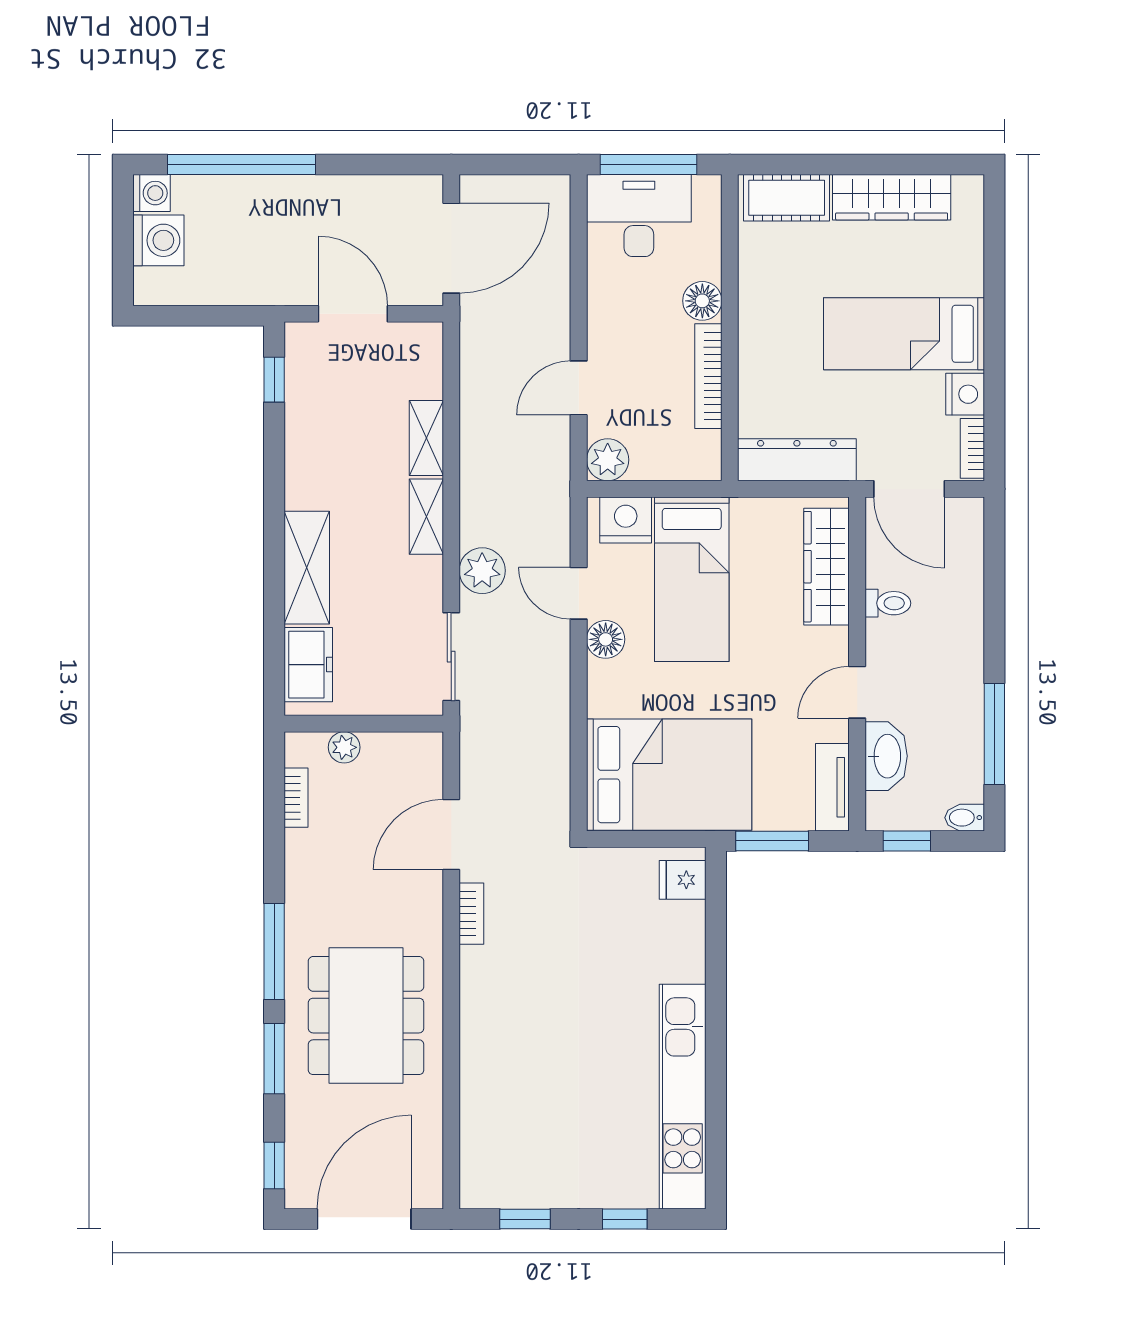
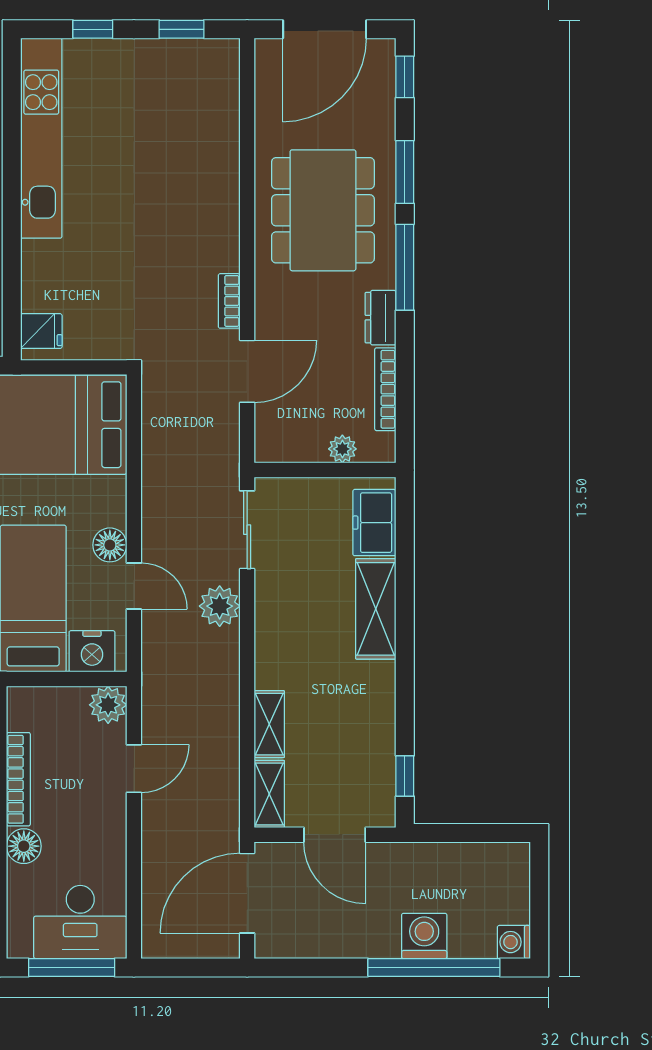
washing machine: (158, 240) -> (424, 936), moved, turned 90
shelving: (426, 517) -> (269, 794), moved
bookcase: (296, 798) -> (385, 389), width x1.56
dresser: (301, 895) -> (380, 318), added

